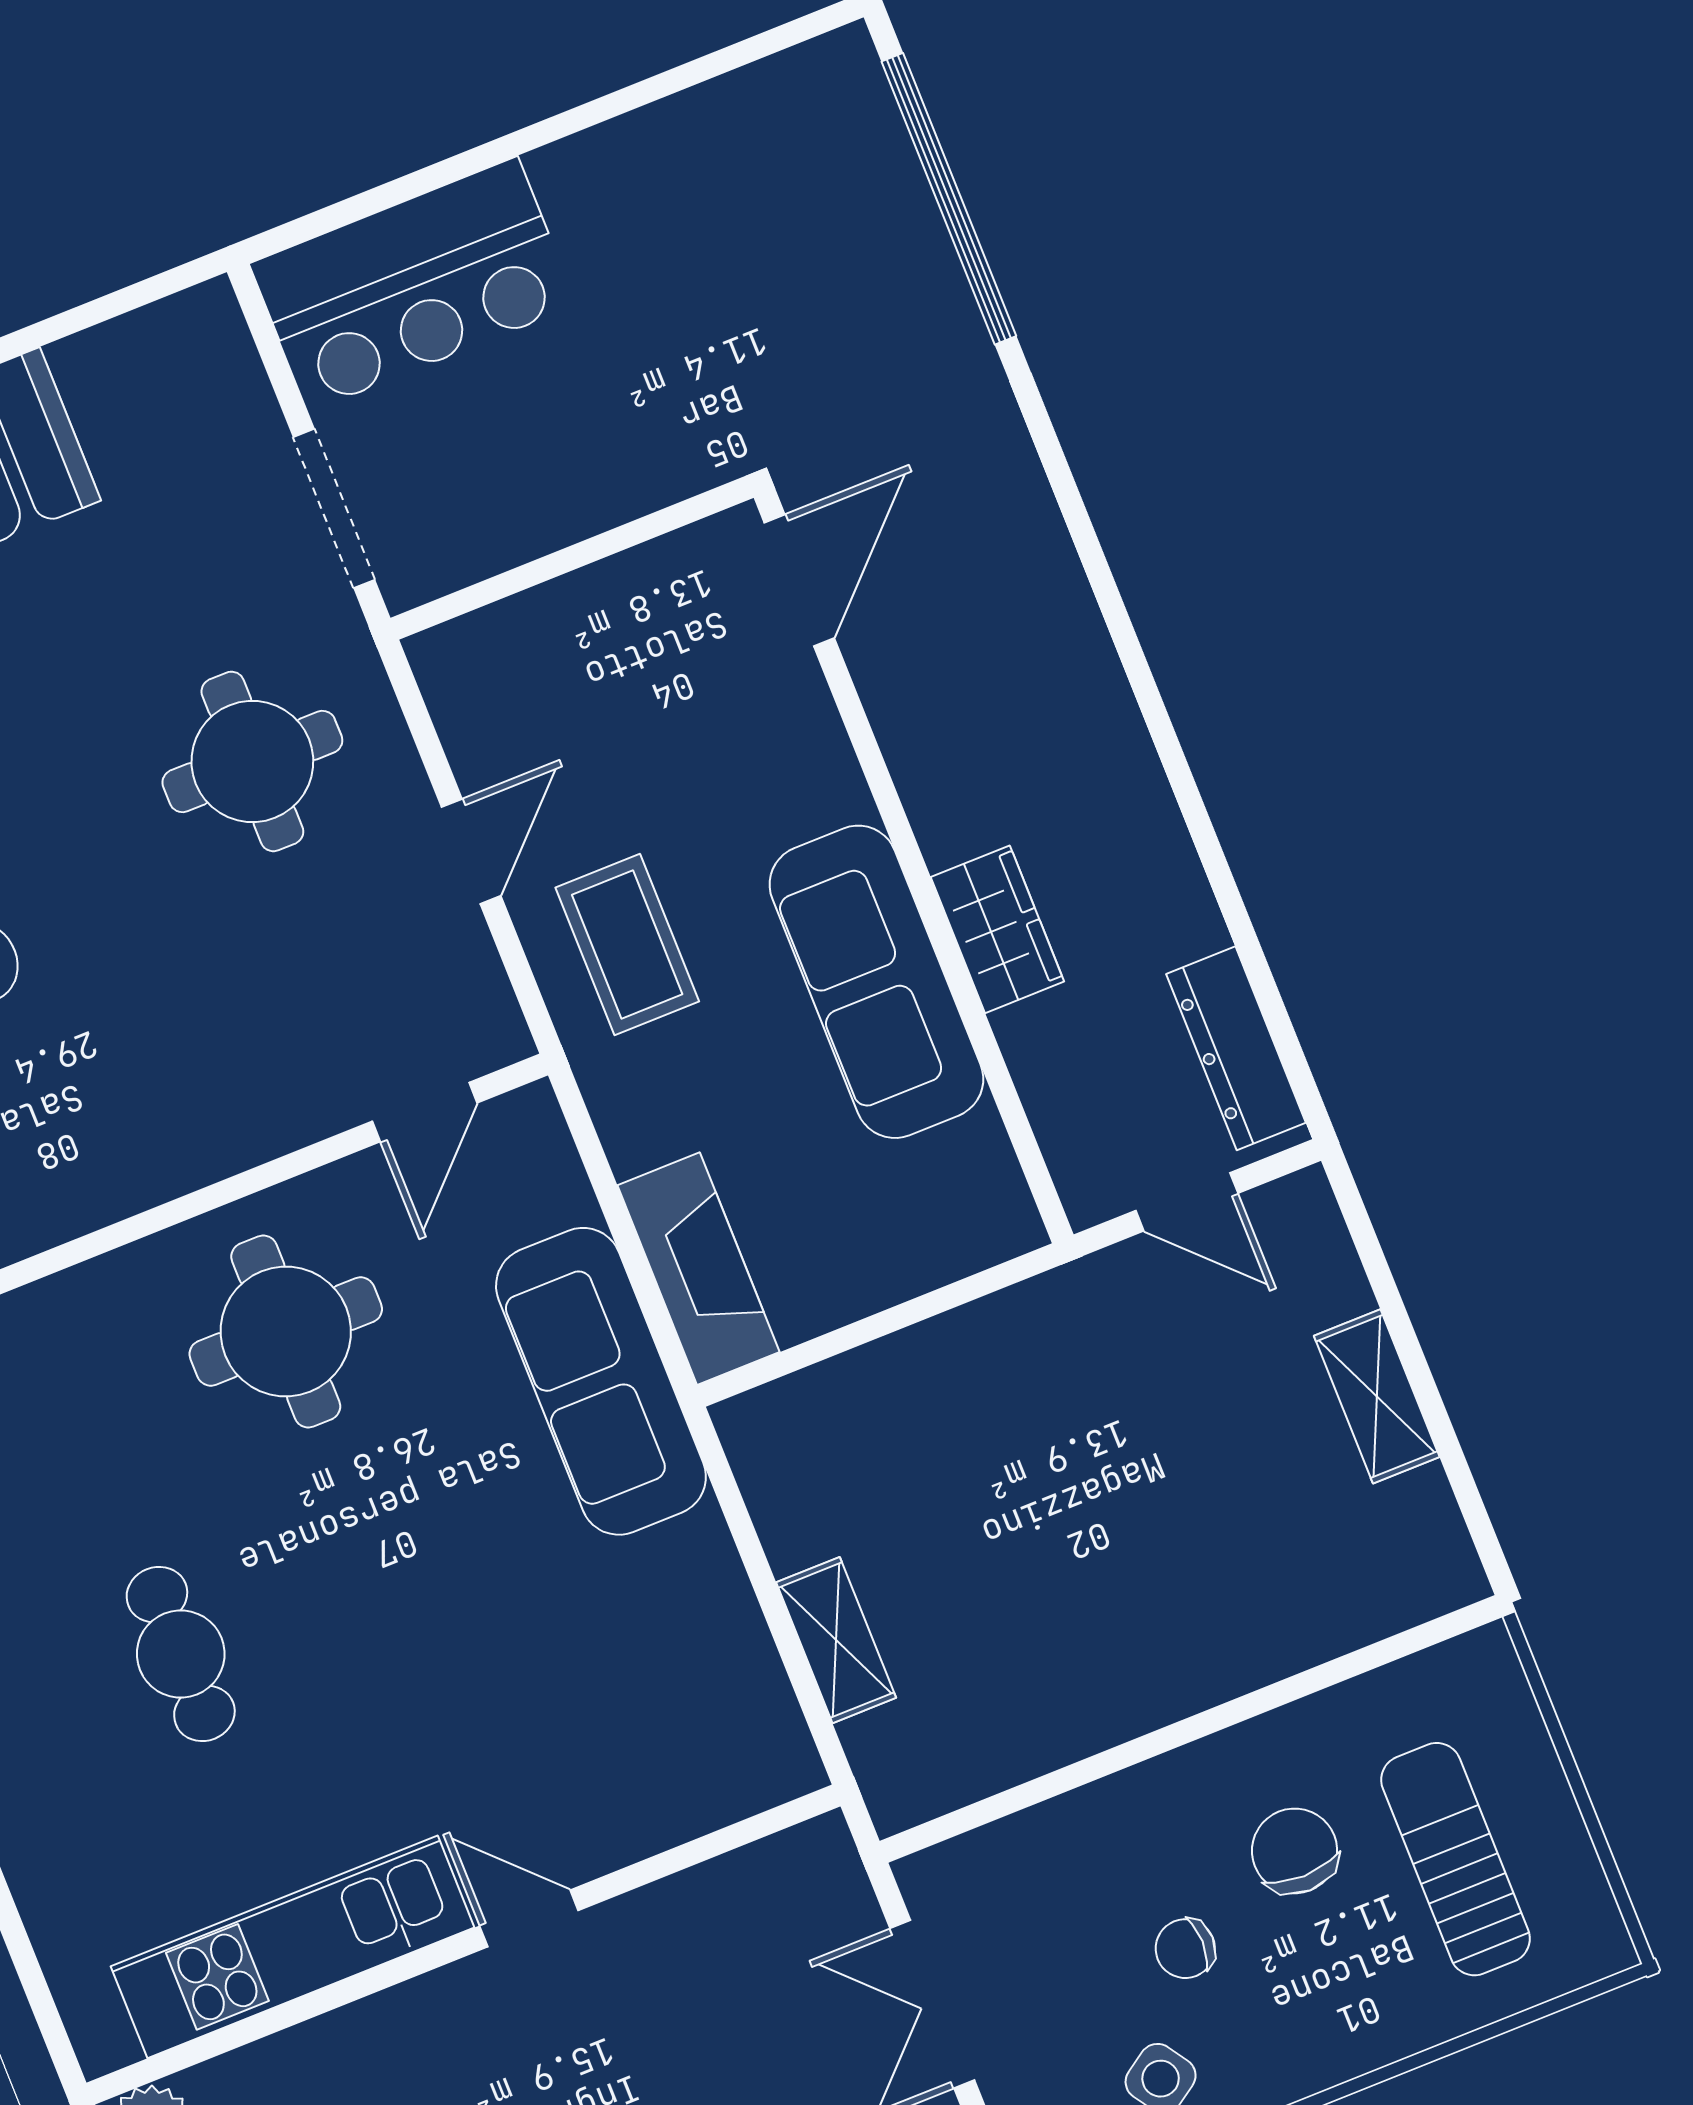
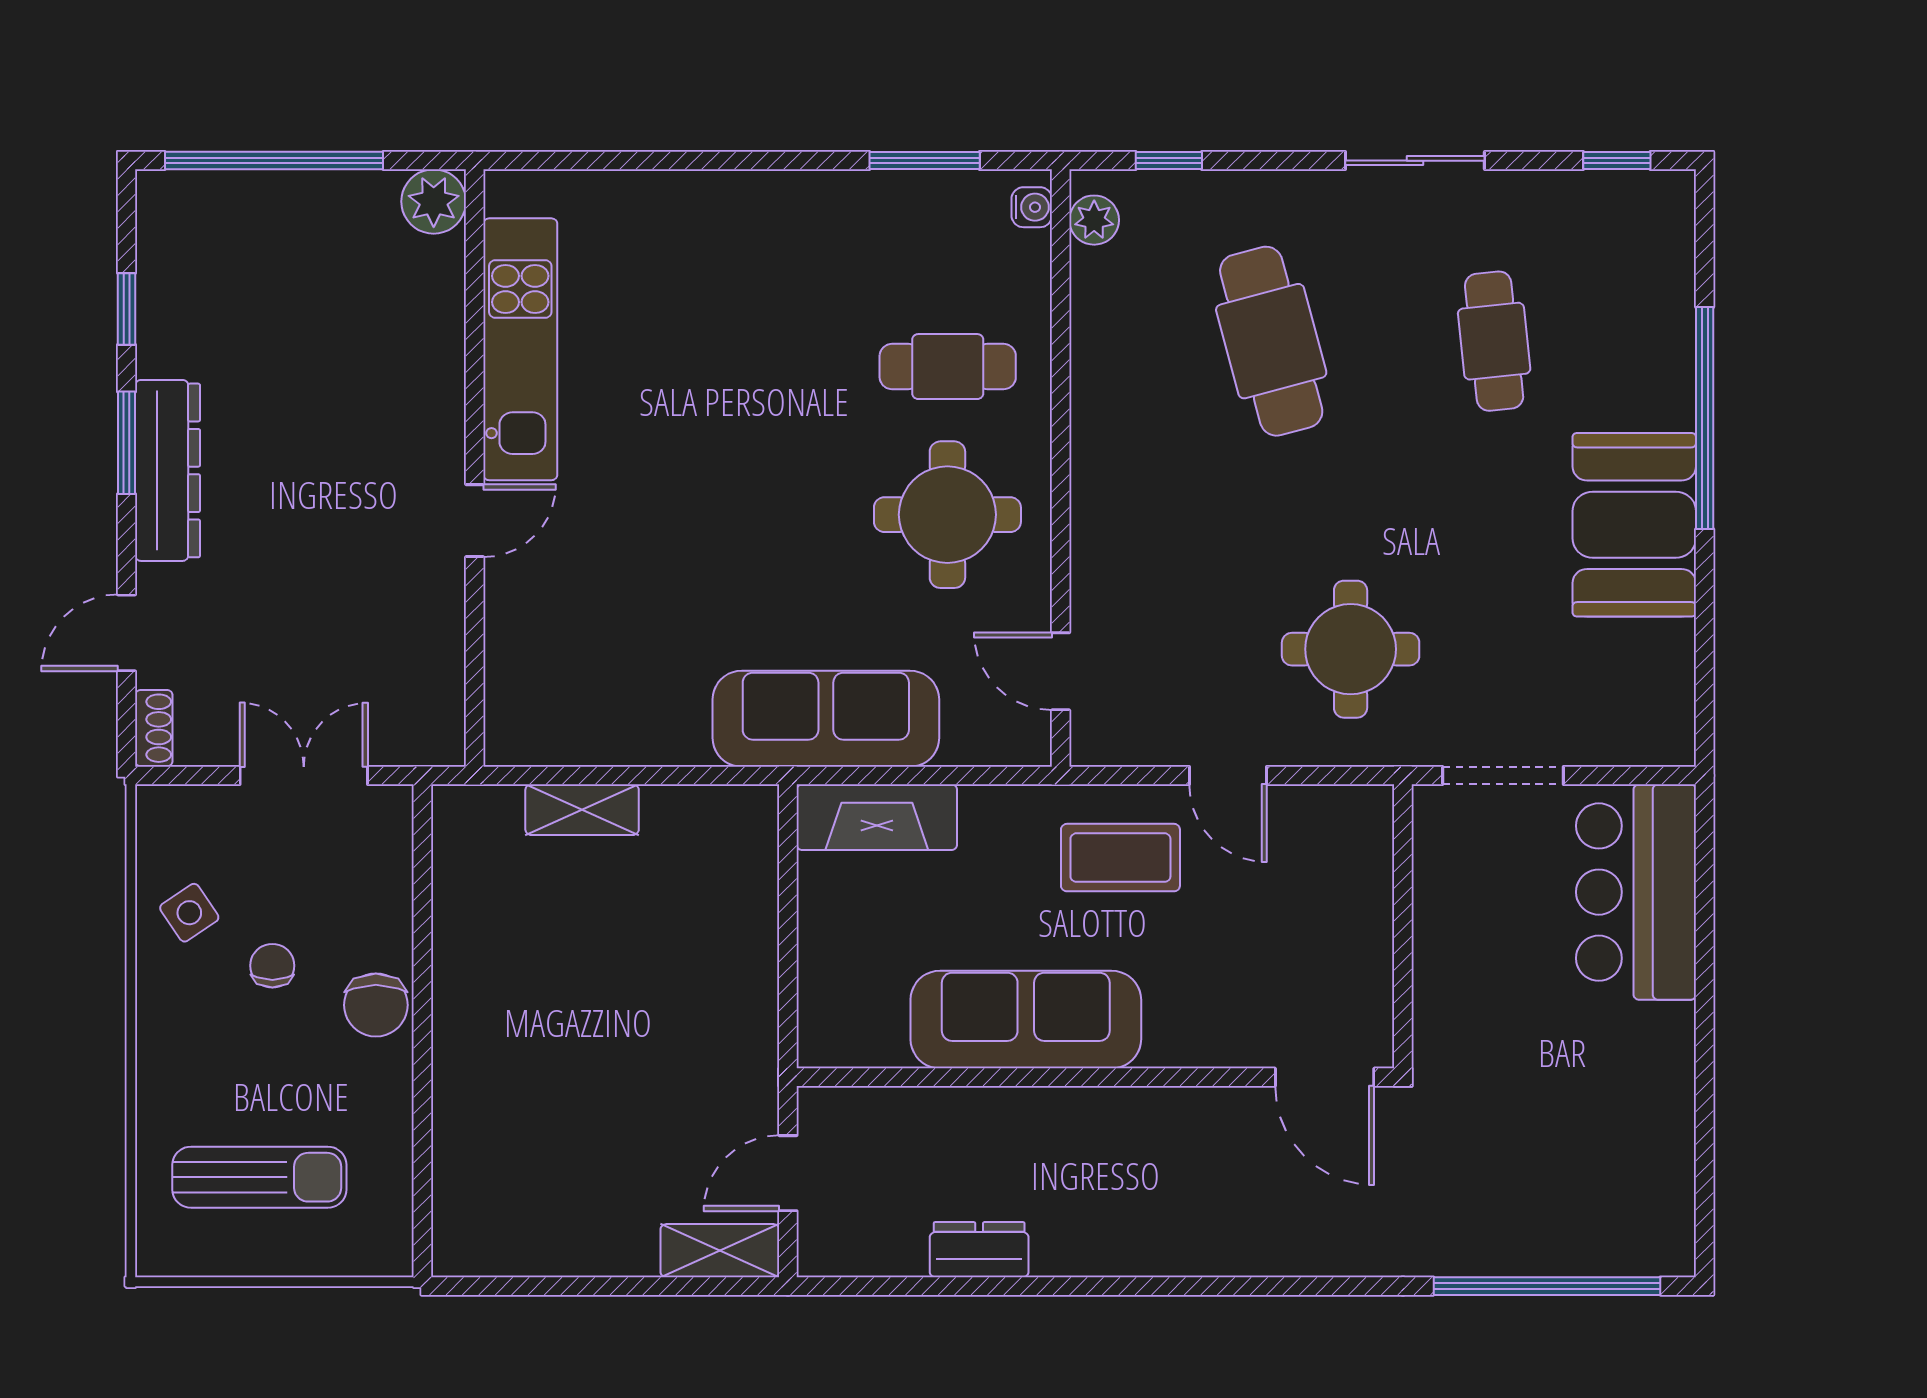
wardrobe: (997, 929) -> (1029, 1118), removed
dresser: (1236, 1048) -> (979, 1250), moved, width x0.70
shelving: (1377, 1396) -> (720, 1251), moved
cafe table: (181, 1654) -> (948, 367), moved
chair: (1295, 1851) -> (376, 1005), moved, turned 90

